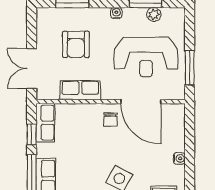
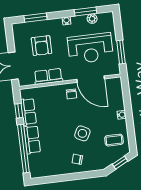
row of seats: (45, 123) -> (28, 112), moved

